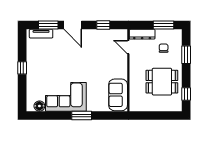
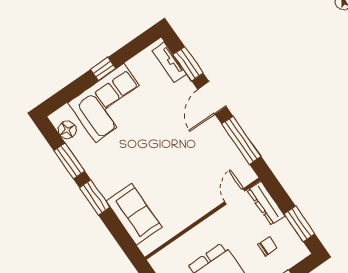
window: (103, 25) -> (241, 140), width x2.17
sofa: (118, 95) -> (134, 214), moved, turned 90
corner sofa: (66, 97) -> (110, 103), moved, turned 90
window: (55, 115) -> (69, 161), added

